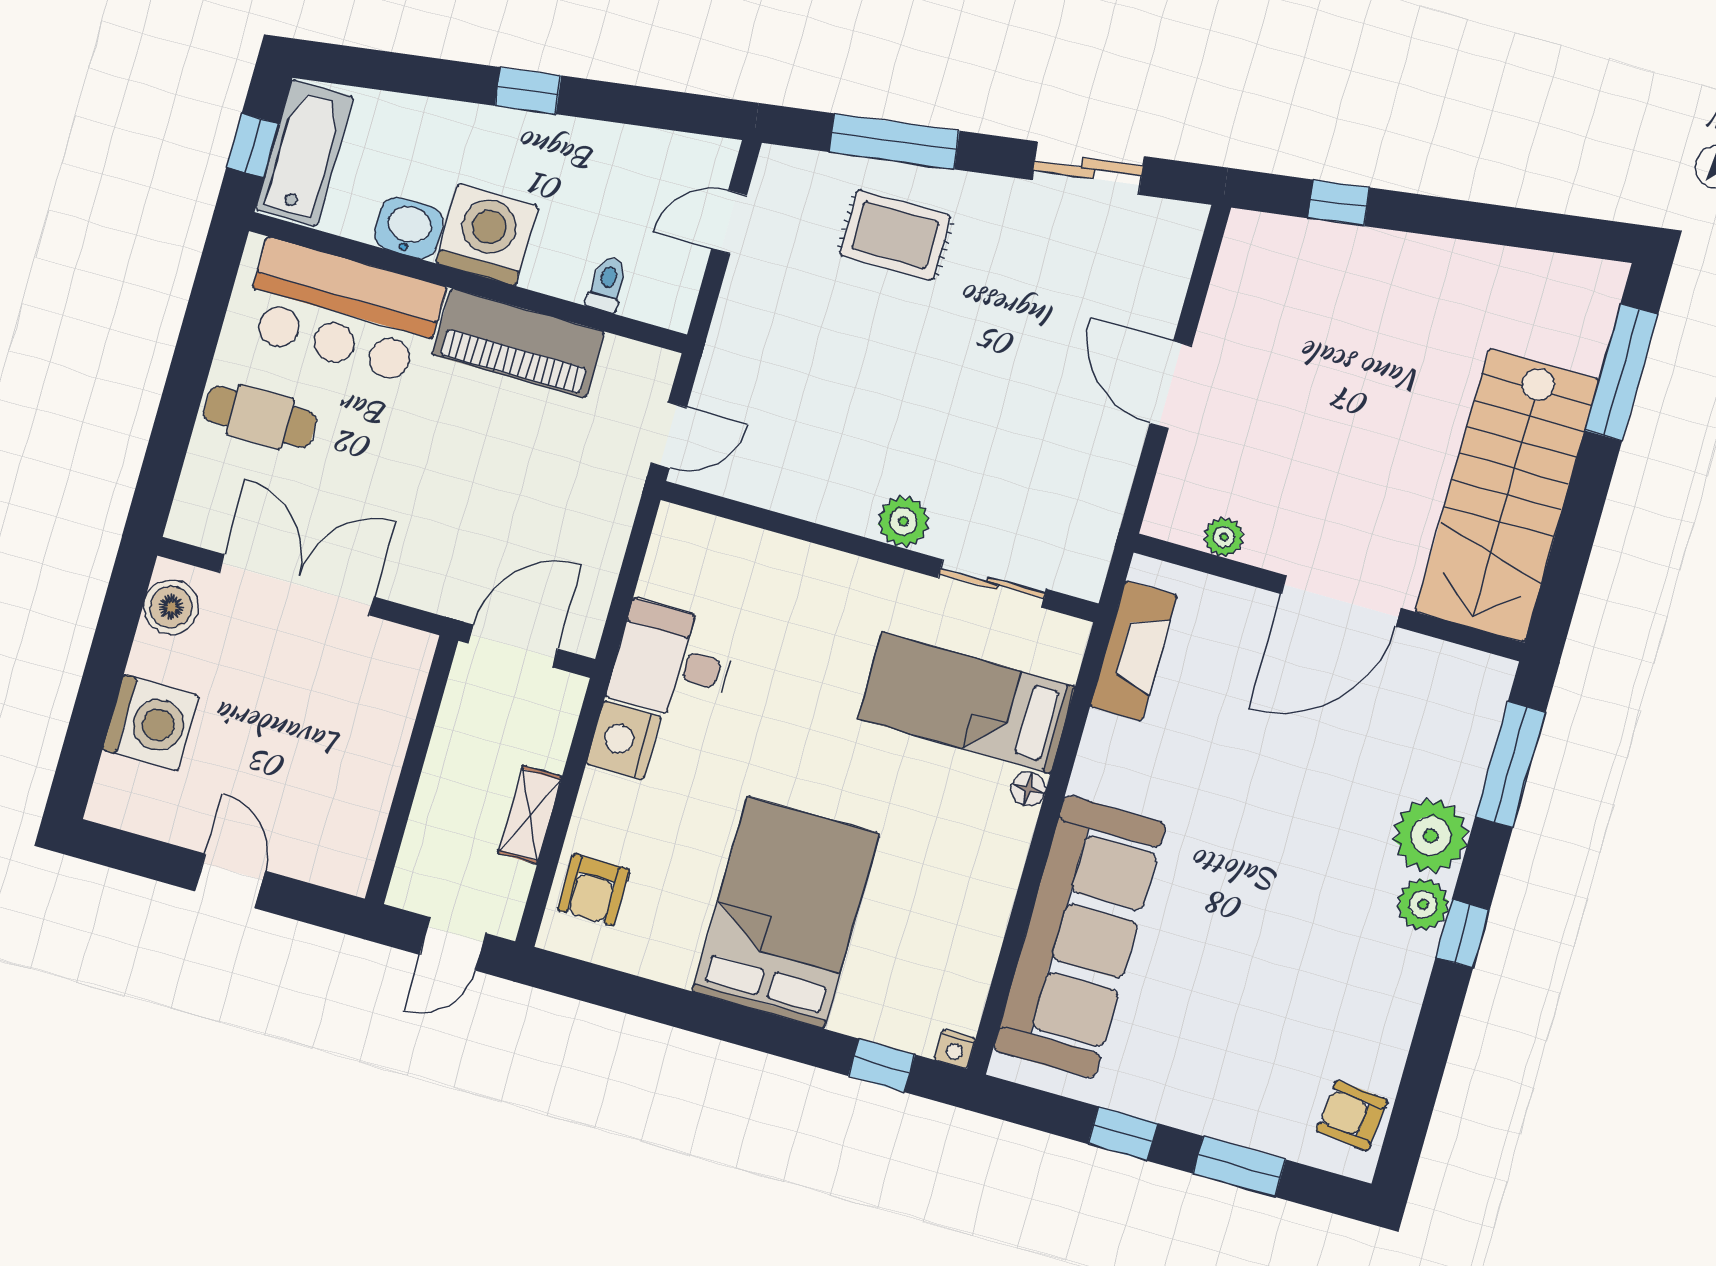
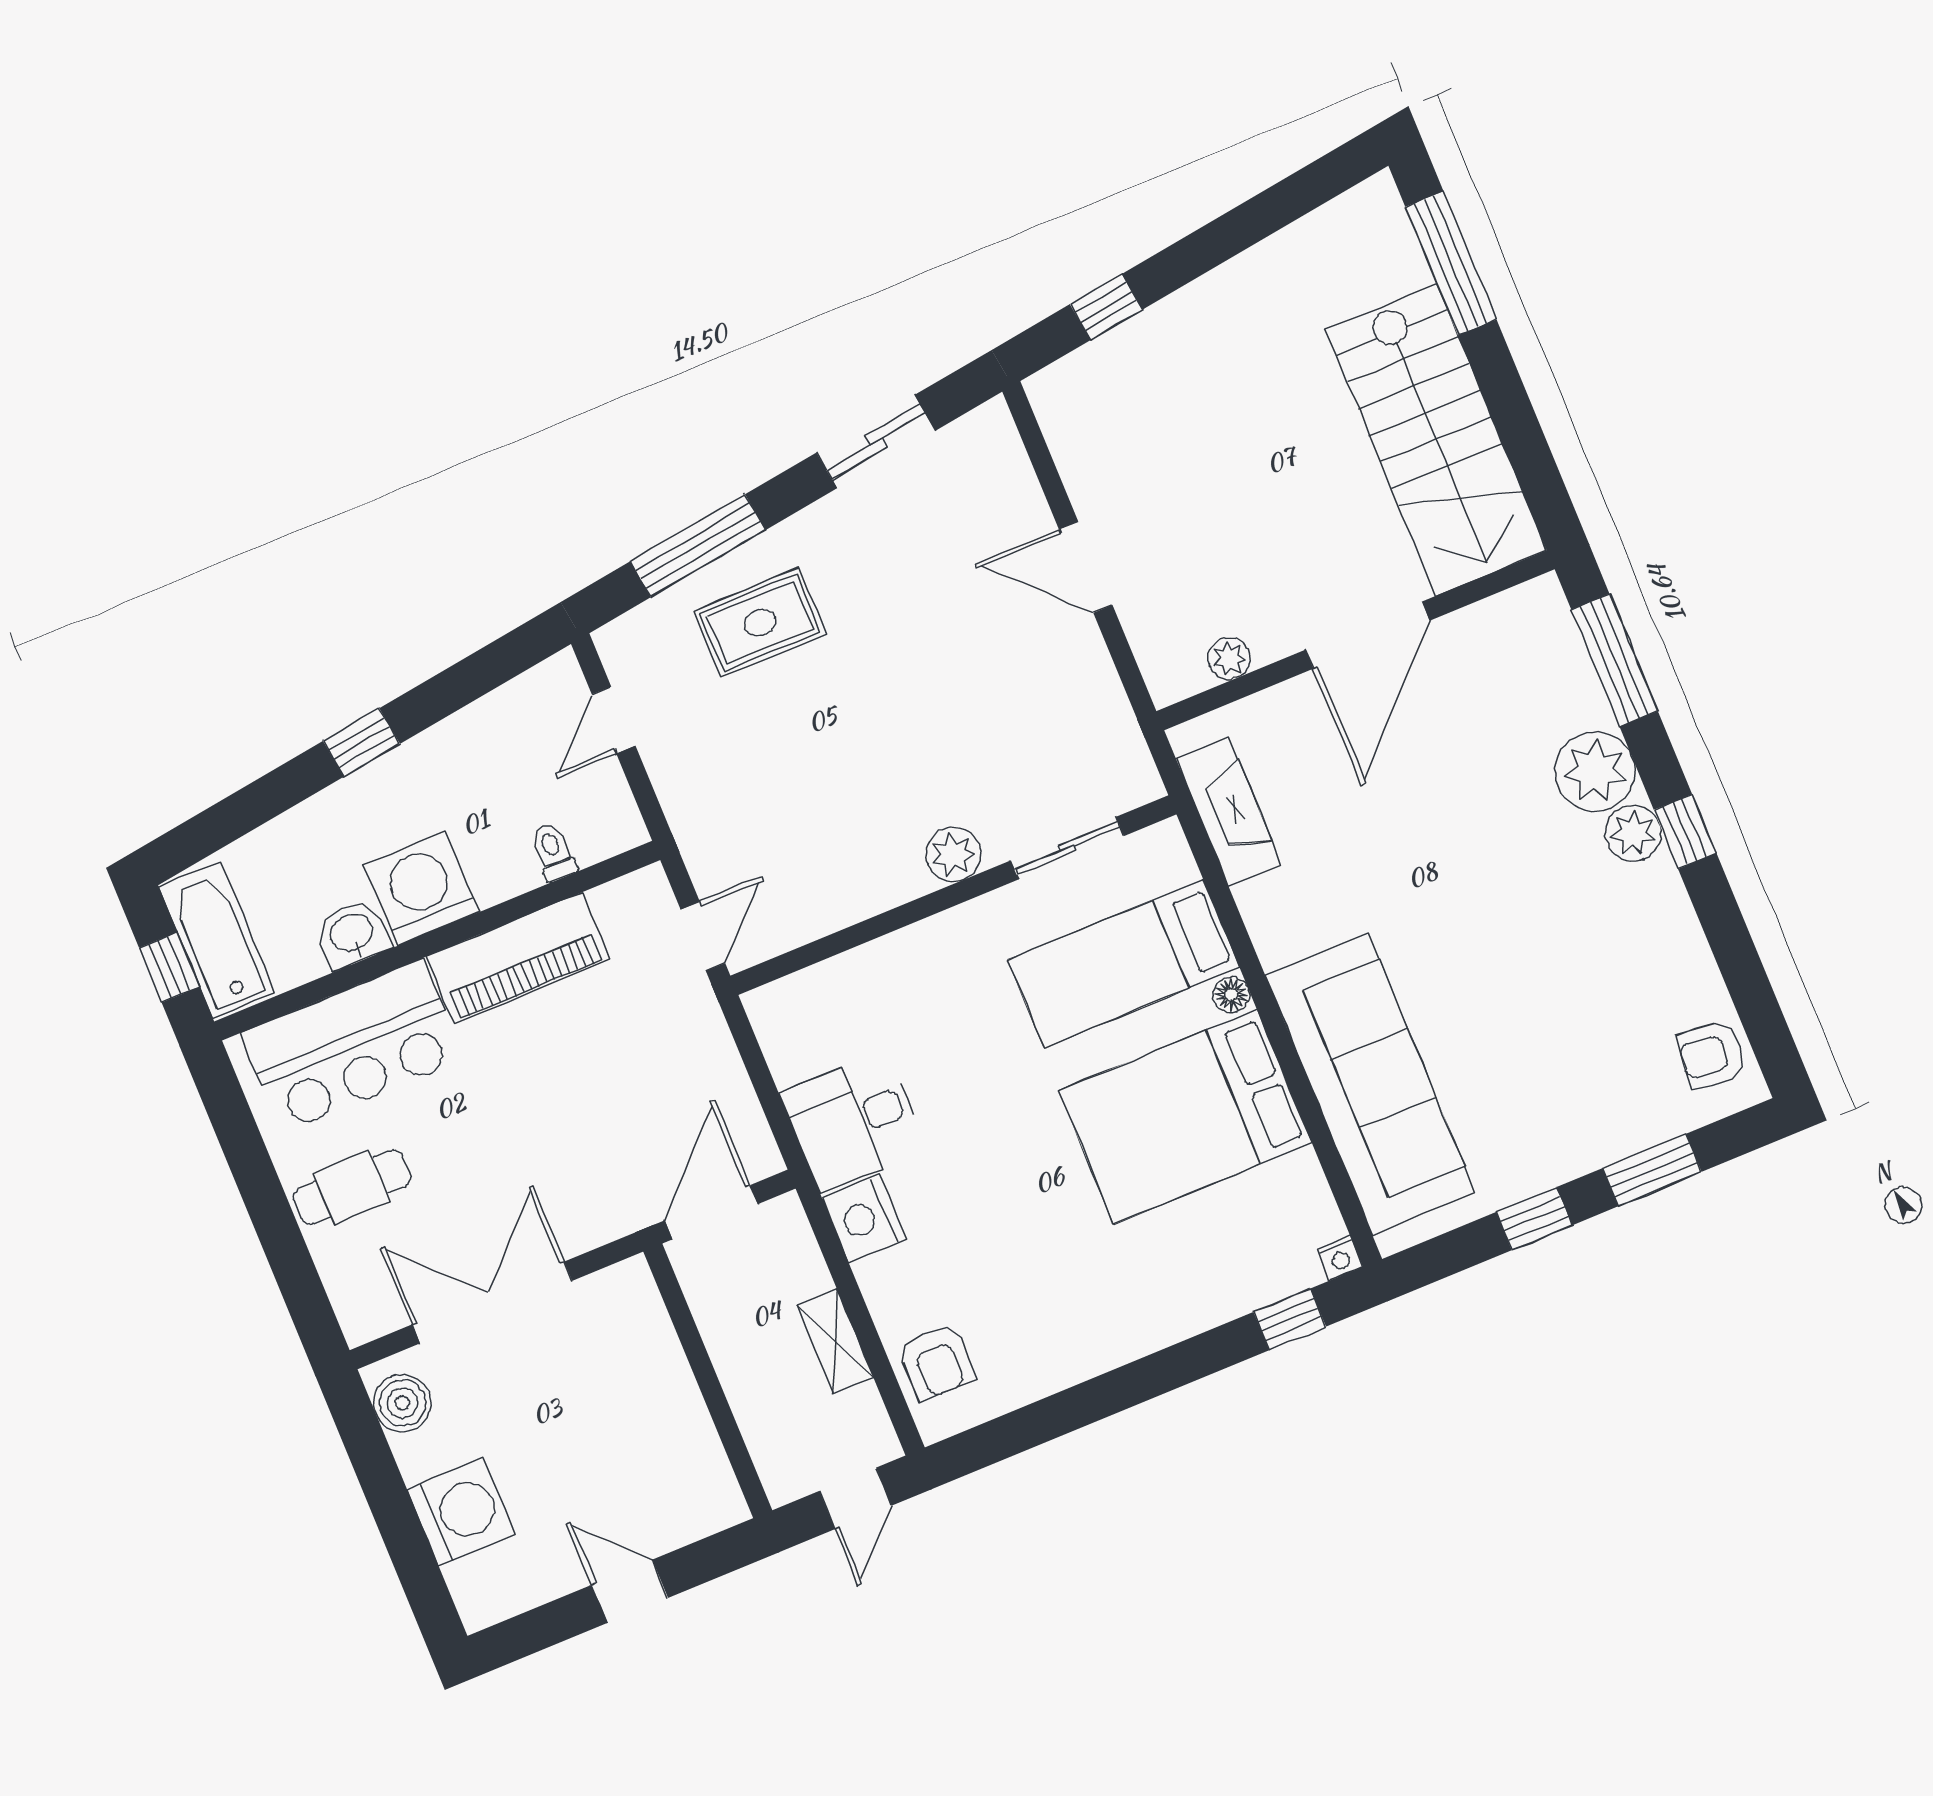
bed: (786, 912) -> (1185, 1117), moved, turned -90

